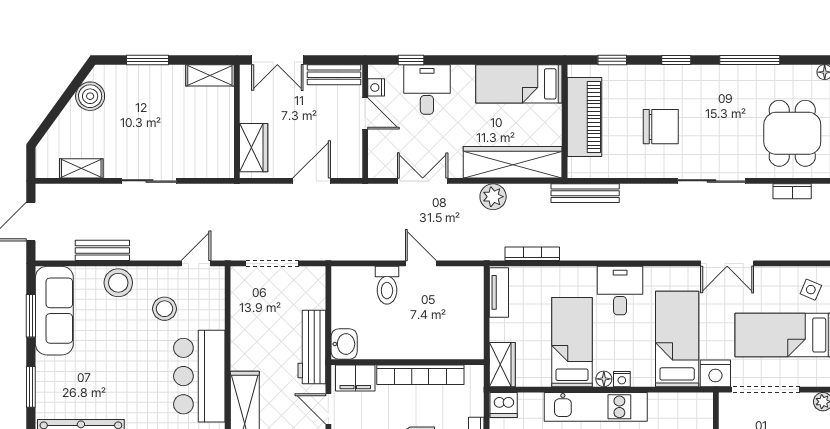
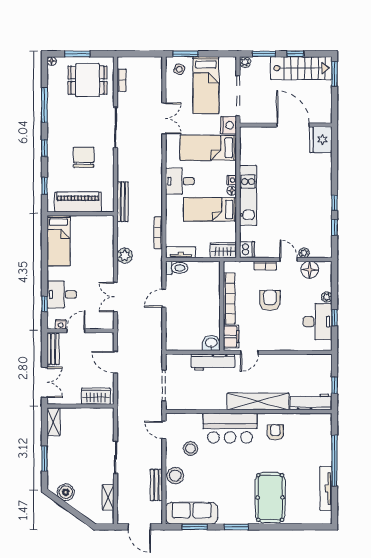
wardrobe: (513, 162) -> (105, 244), removed
toilet: (387, 285) -> (177, 268), moved

